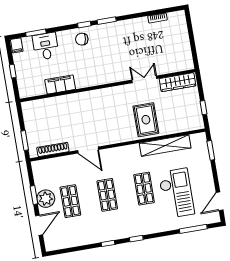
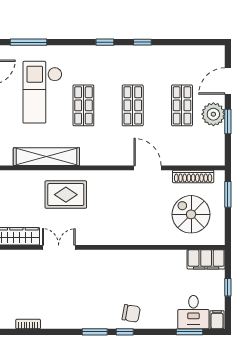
desk: (46, 46) -> (193, 312), moved
double door: (144, 79) -> (59, 247), swing flipped
filing cabinet: (60, 84) -> (206, 259), moved
rug: (146, 120) -> (66, 195), turned 90
spiral stairs: (50, 121) -> (191, 214), added

